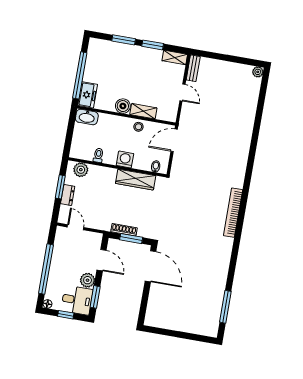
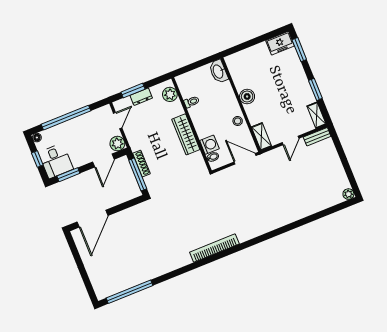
window: (124, 40) -> (299, 50), moved
window: (80, 75) -> (250, 43), removed
freezer: (88, 95) -> (280, 43), moved
shelving: (143, 111) -> (262, 137), moved
washing machine: (125, 160) -> (209, 145), moved
wardrobe: (136, 180) -> (186, 134), moved
window: (60, 187) -> (133, 91), moved
window: (131, 239) -> (138, 174), width x1.44
door: (150, 266) -> (93, 219), moved
plant: (88, 280) -> (117, 144), moved
window: (225, 307) -> (130, 292), width x1.46

